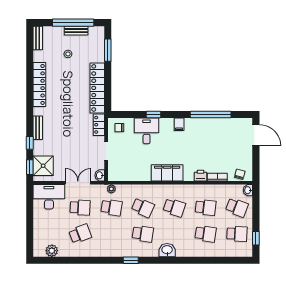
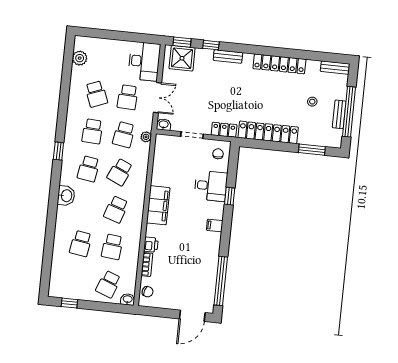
window: (211, 114) -> (221, 281), moved
school desk: (237, 234) -> (92, 131), moved

